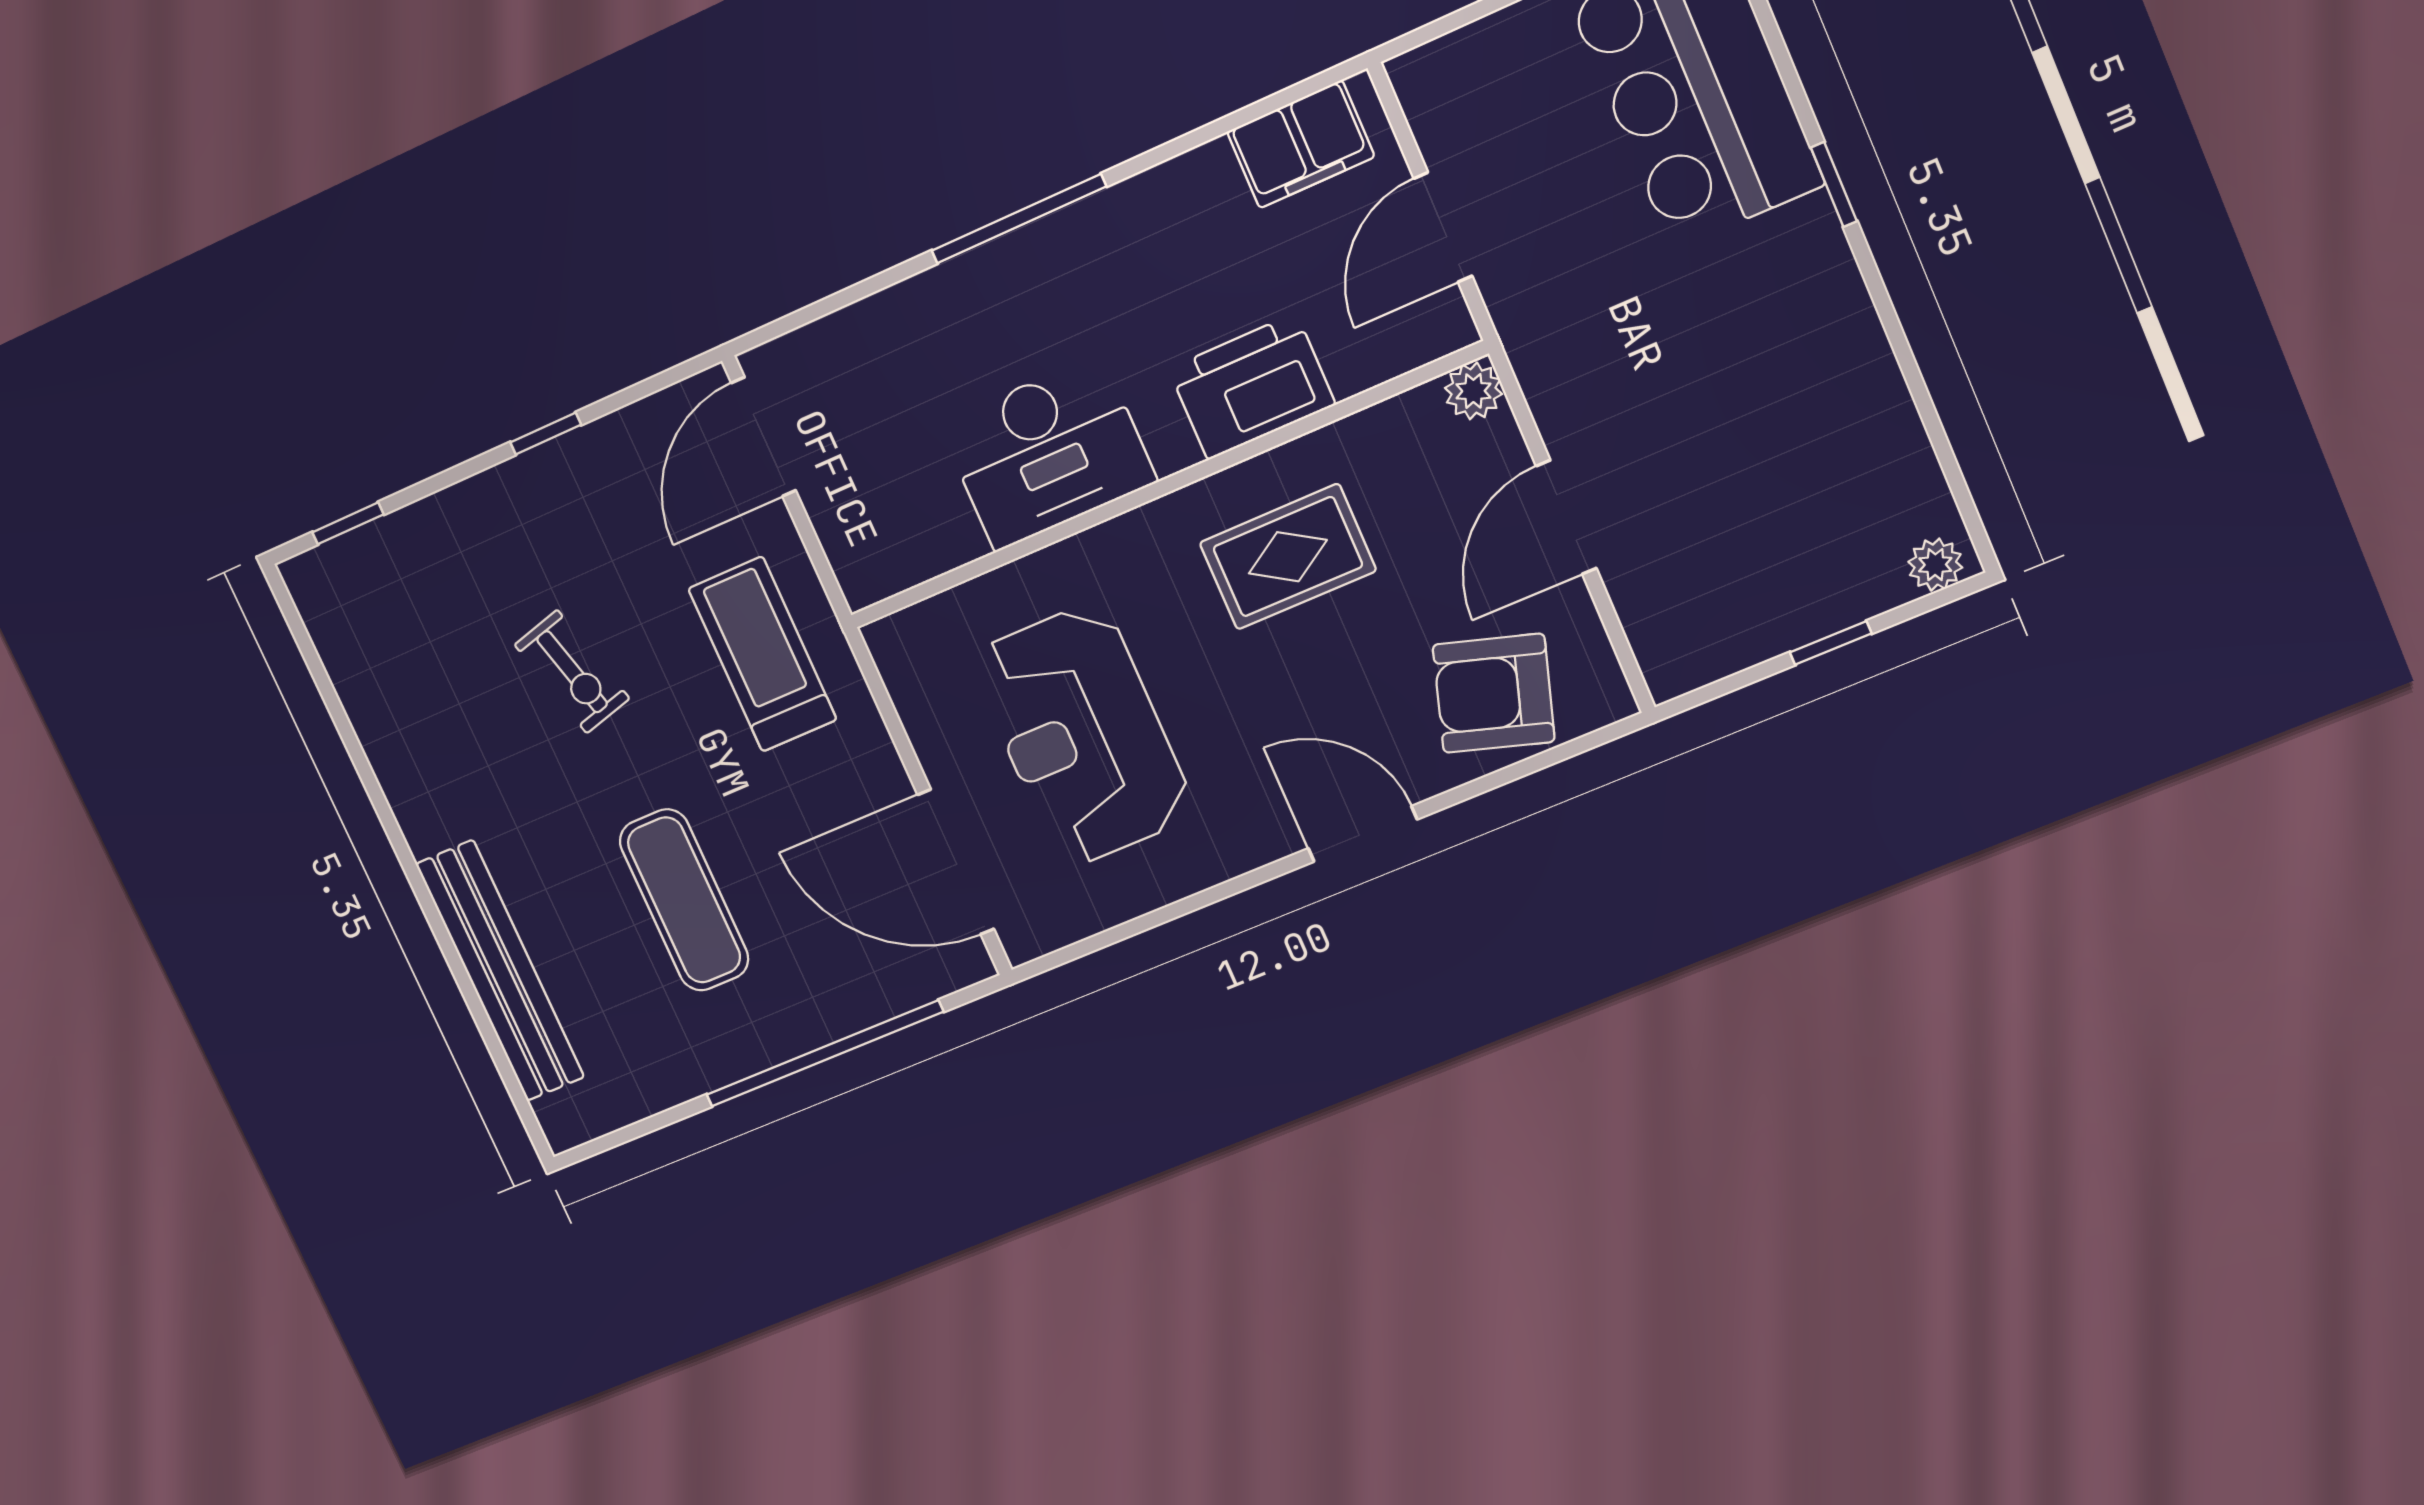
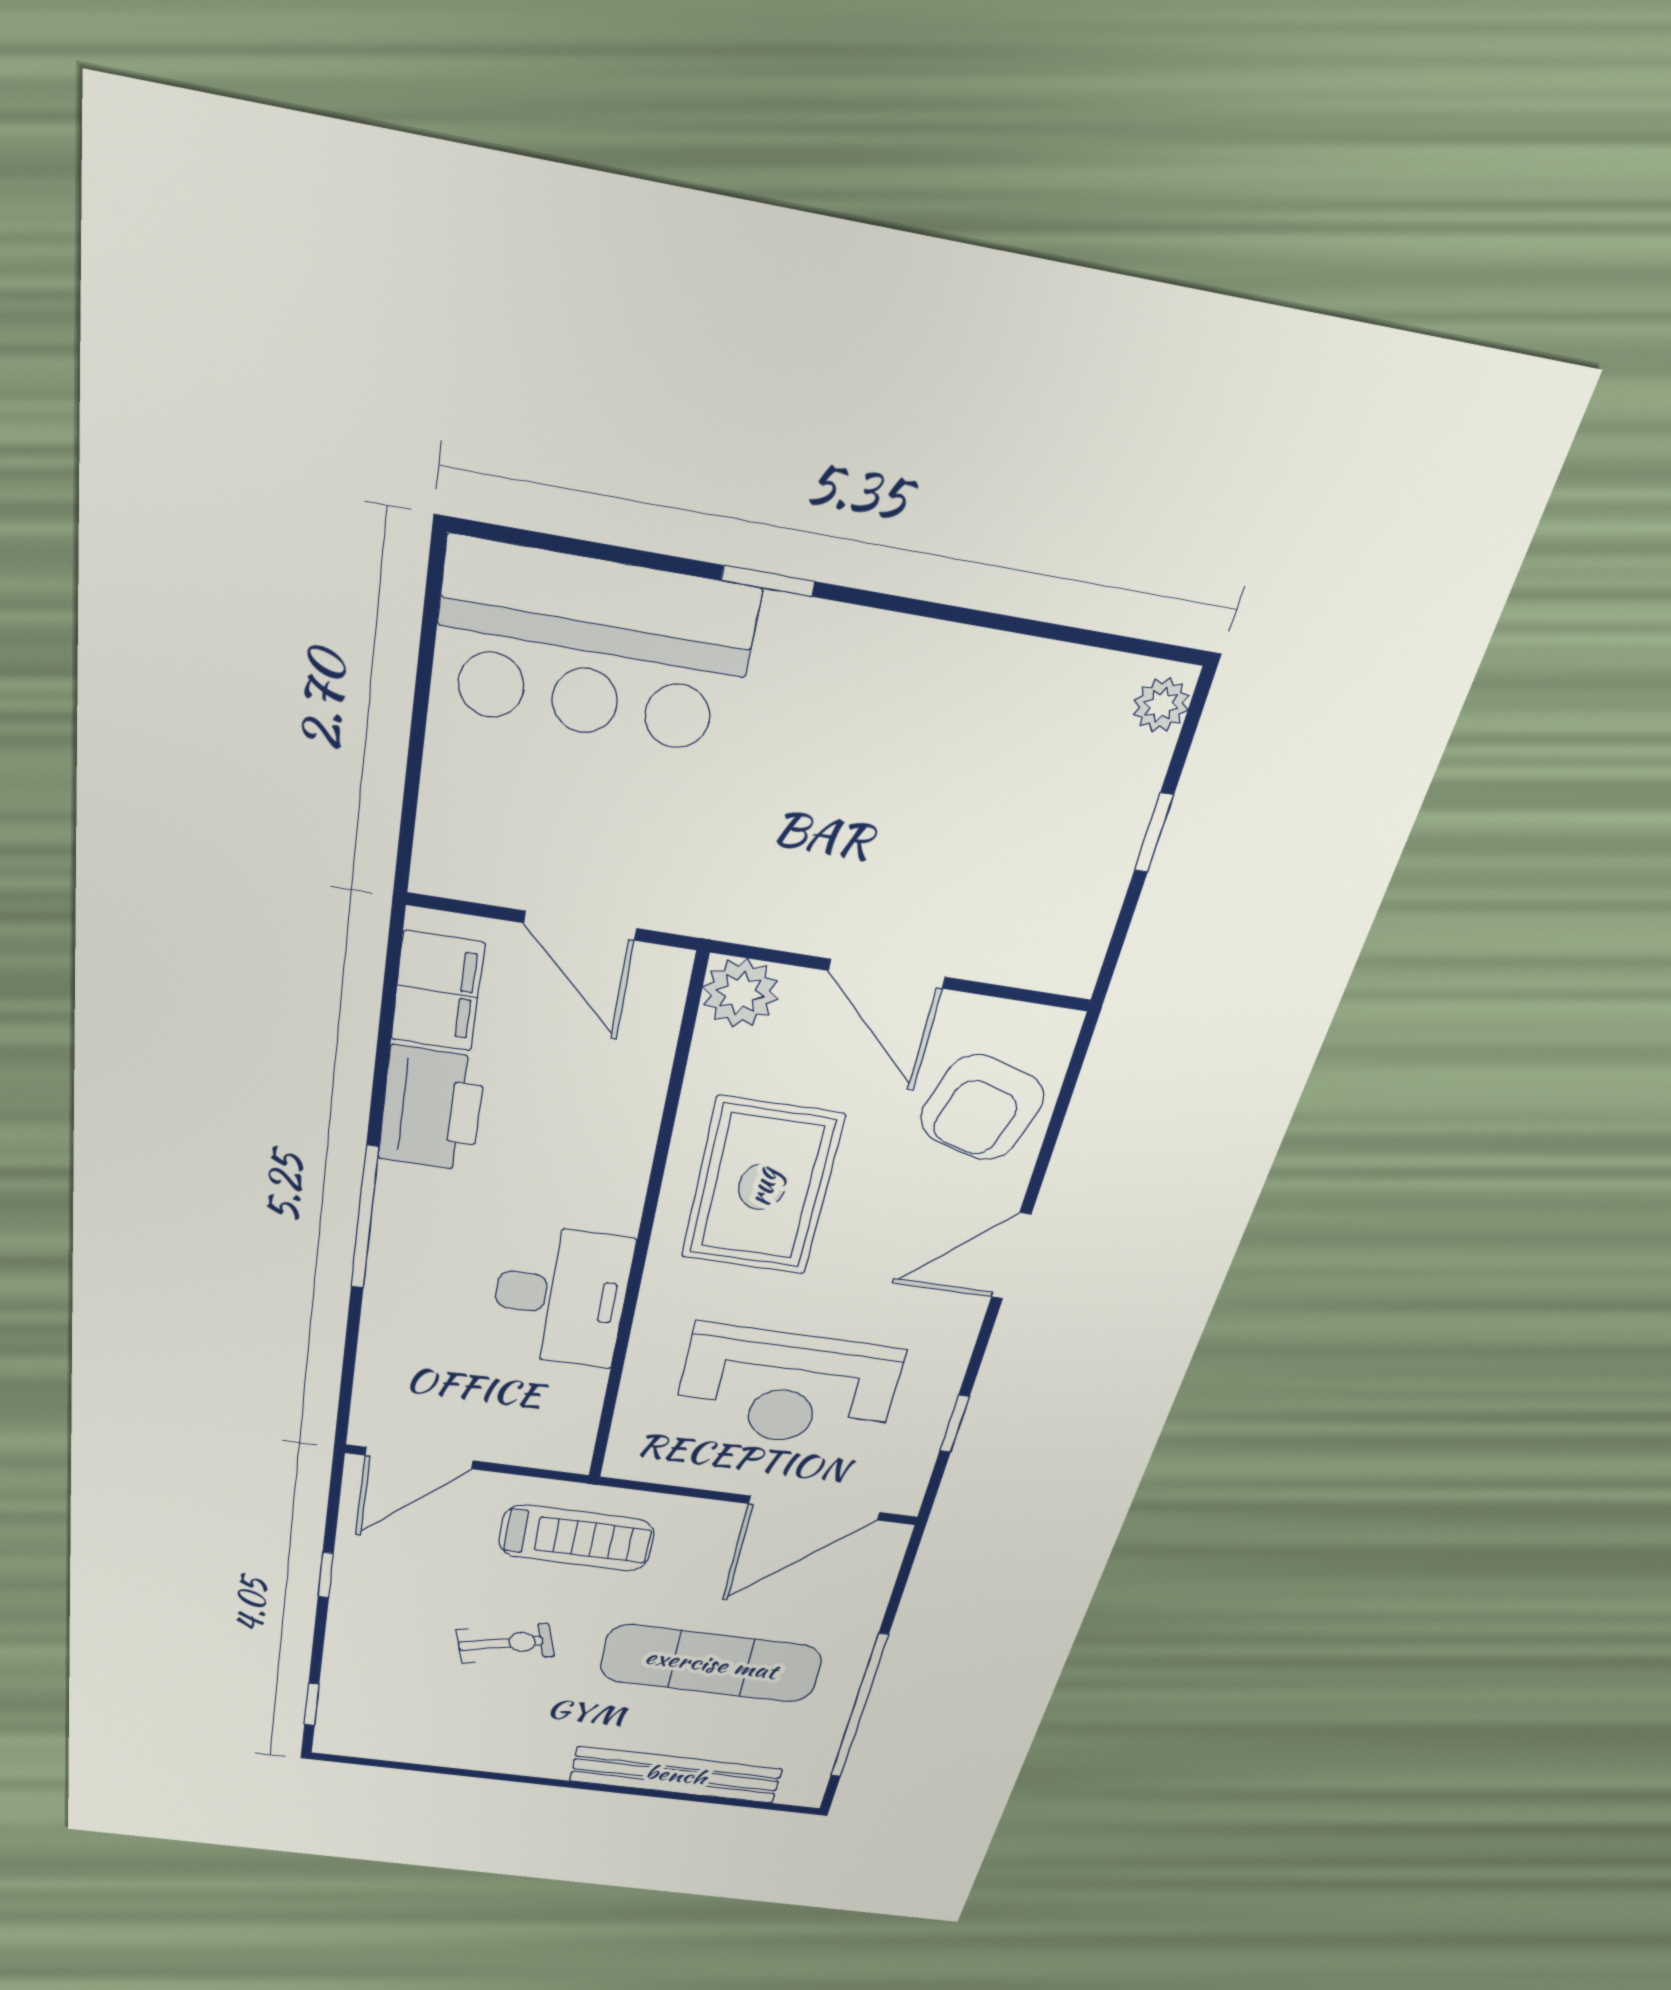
printer: (1252, 387) -> (432, 1109), moved, turned 180
plant: (1473, 391) -> (740, 993), width x1.38, depth x1.38
door: (764, 437) -> (419, 1458), hinge flipped
rug: (1288, 557) -> (762, 1187), width x1.36, depth x1.43
treadmill: (762, 654) -> (576, 1538), turned 180
exercise mat: (684, 900) -> (711, 1664), width x1.36, depth x1.45
window: (1145, 923) -> (954, 1424), added
window: (824, 1053) -> (859, 1707), moved

